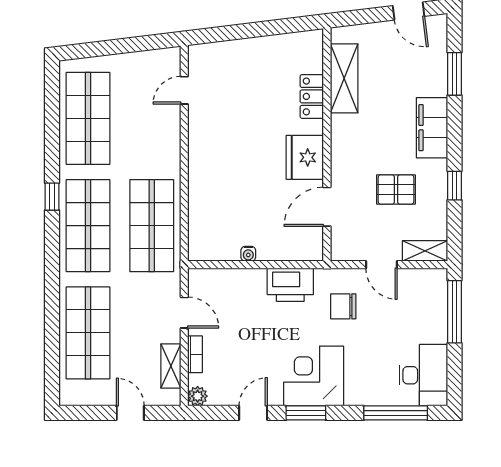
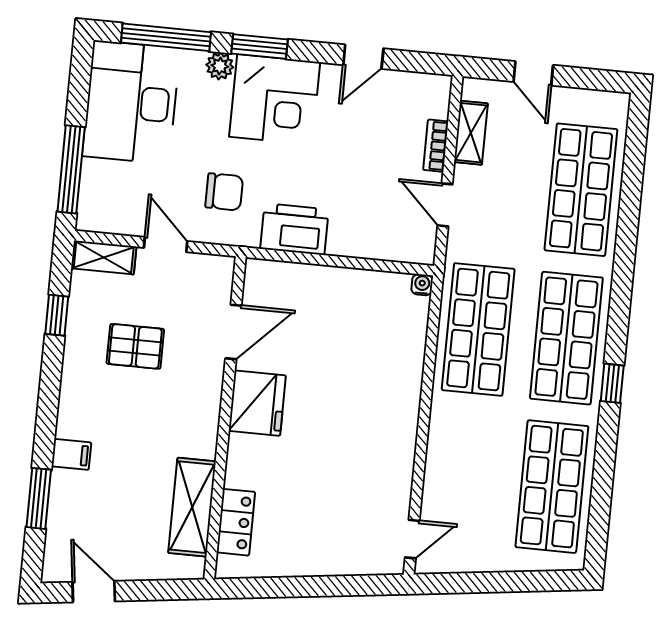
door: (184, 90) -> (412, 539), moved
locker: (312, 96) -> (236, 522), moved
filing cabinet: (432, 128) -> (71, 454), width x0.33, depth x0.86
window: (454, 186) -> (57, 315), moved
water cooler: (248, 254) -> (422, 285), moved
desk: (423, 375) -> (131, 102), width x1.36, depth x1.30
plant: (198, 396) -> (220, 66), moved
window: (306, 413) -> (259, 47), moved

